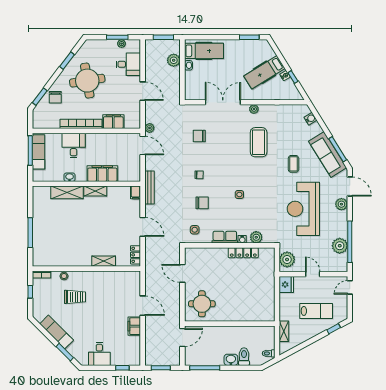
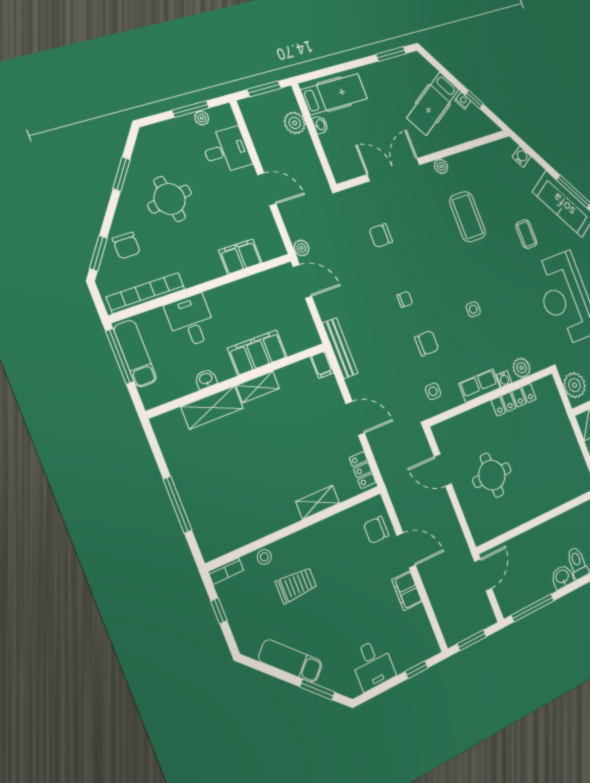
round table: (87, 81) -> (170, 199), width x0.73, depth x0.73
bookcase: (81, 124) -> (146, 293), moved
chair: (130, 288) -> (376, 530), added
round table: (202, 304) -> (492, 475), moved

